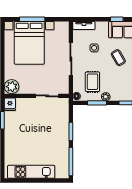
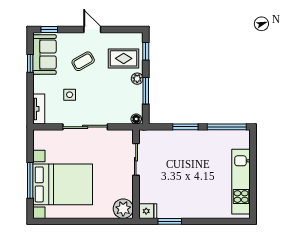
rug: (92, 82) -> (124, 58), moved

